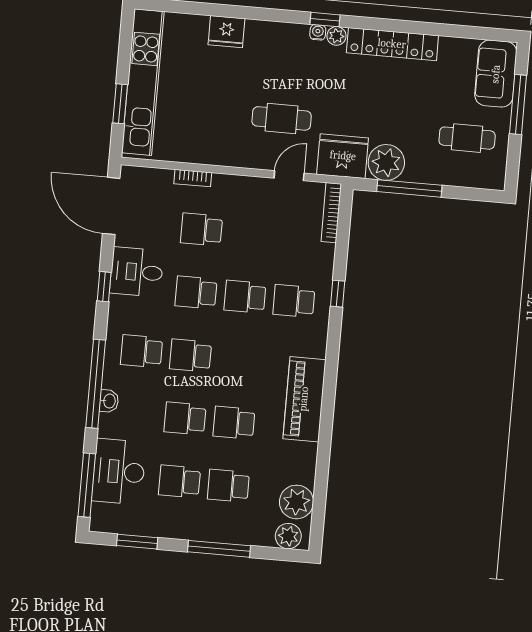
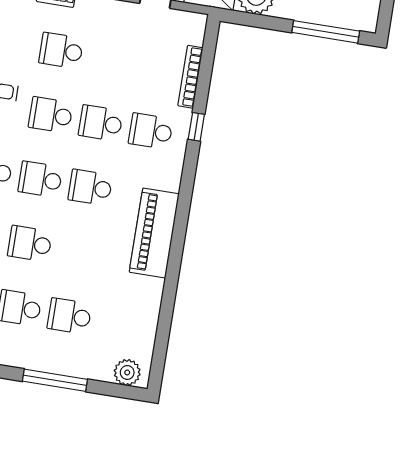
window: (409, 188) -> (326, 32), moved
bookcase: (331, 213) -> (190, 77), moved
school desk: (234, 423) -> (90, 187), moved
plant: (297, 502) -> (138, 338), removed

